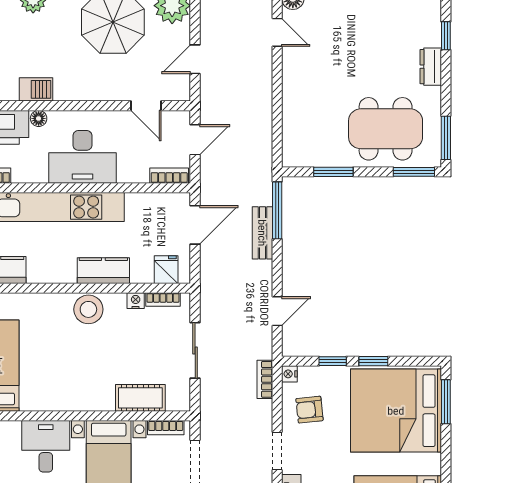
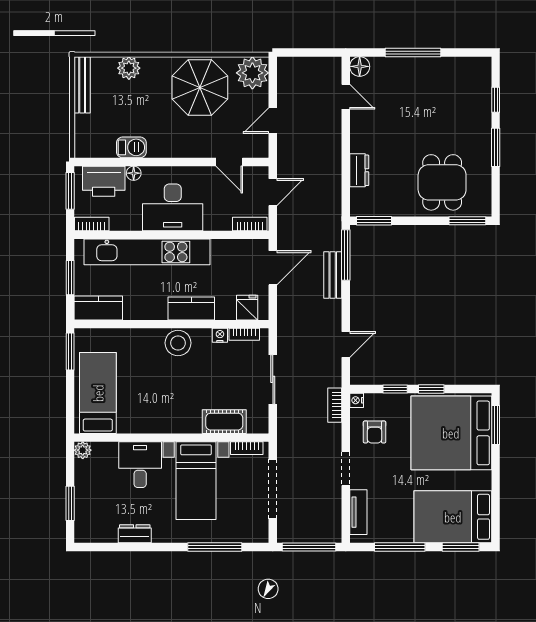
dresser: (431, 67) -> (359, 170), moved, turned 180
dining table: (386, 129) -> (442, 182), width x0.73
window: (446, 138) -> (496, 147), moved
window: (333, 172) -> (374, 221), moved
armchair: (309, 410) -> (375, 432), turned -84

